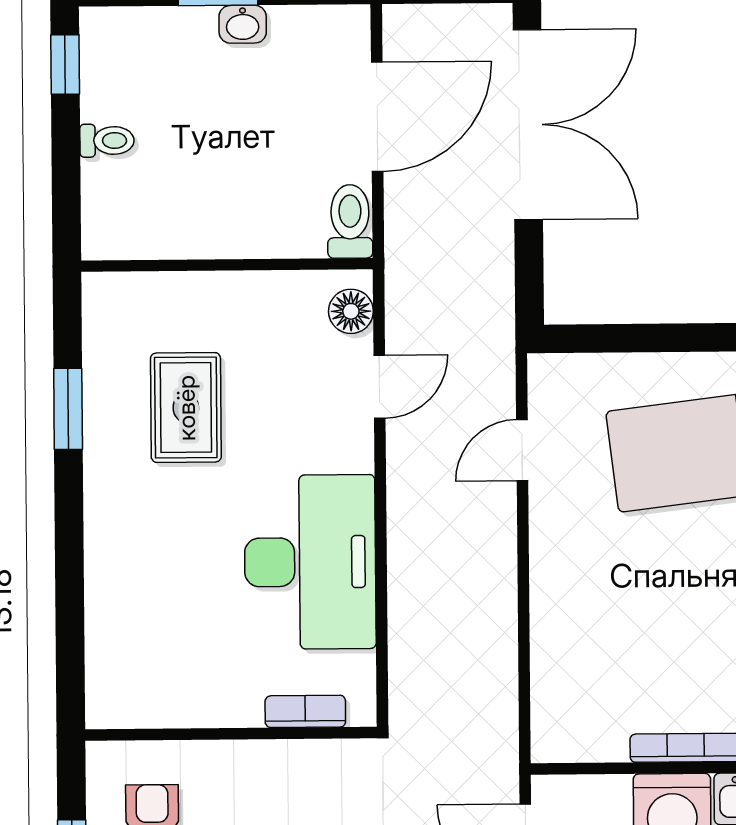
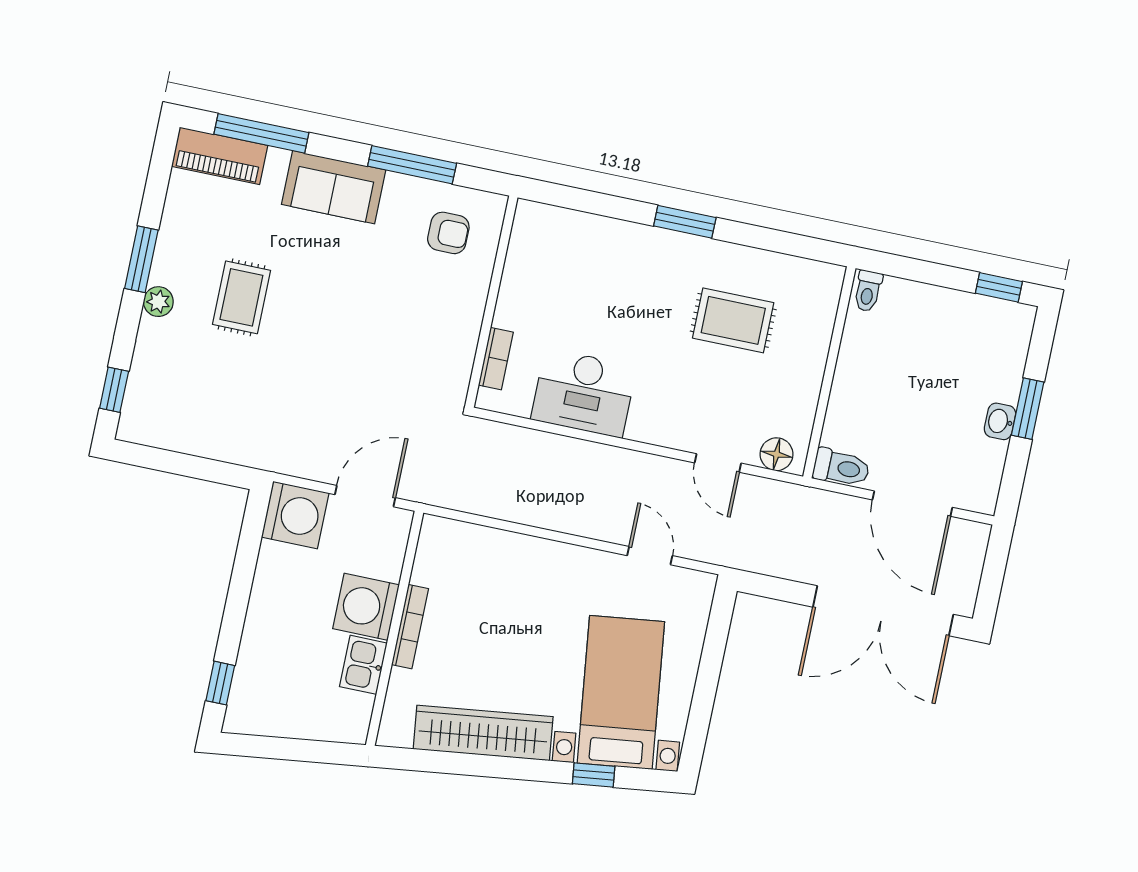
toilet: (107, 141) -> (868, 291), moved
window: (68, 409) -> (685, 222), moved
desk: (310, 562) -> (584, 393), width x0.73, depth x0.77

